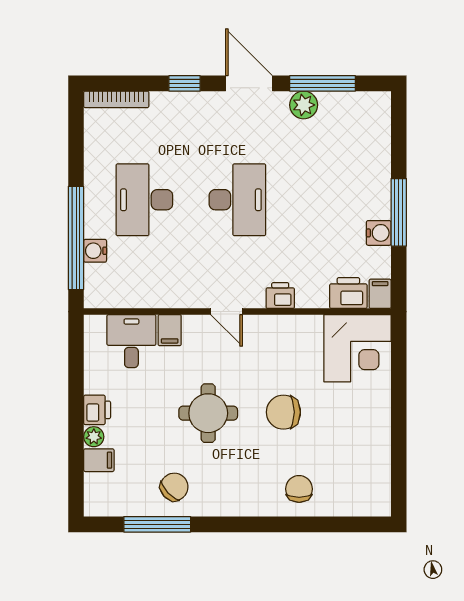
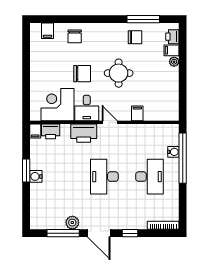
window: (399, 212) -> (26, 171), width x0.69
water cooler: (379, 233) -> (36, 176), moved
printer: (280, 296) -> (84, 133), width x1.87, depth x1.48
desk: (131, 341) -> (87, 108), moved
corner desk: (357, 348) -> (58, 105), moved
printer: (97, 410) -> (172, 37), moved
chair: (174, 487) -> (135, 37), turned -137
filing cabinet: (355, 500) -> (47, 31), added

